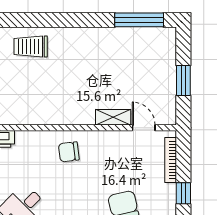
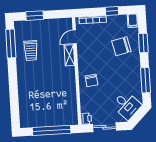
trolley: (31, 47) -> (31, 50), moved
window: (183, 80) -> (35, 16), moved

